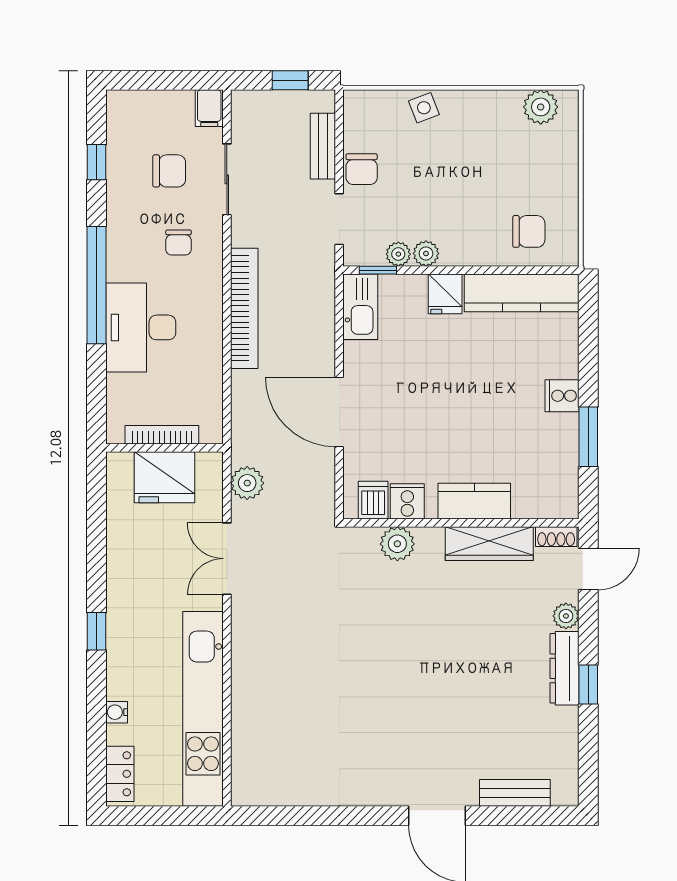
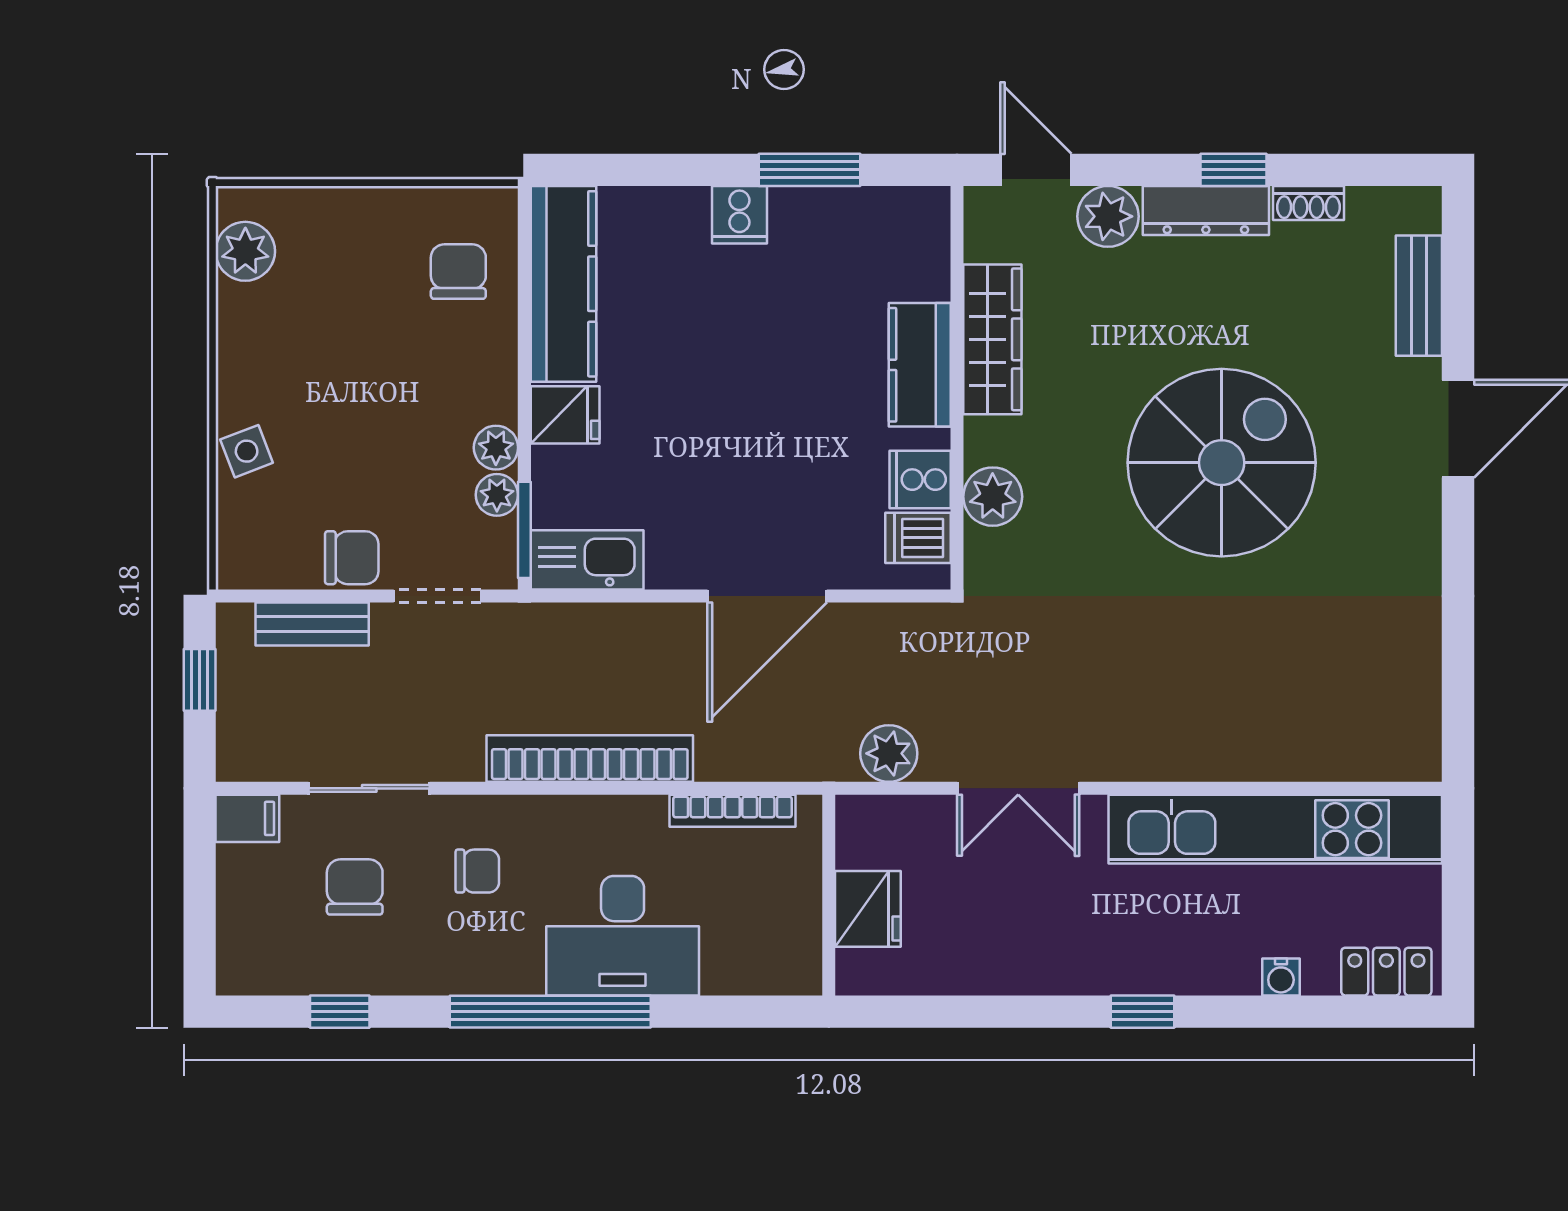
window: (378, 270) -> (524, 530), width x1.50
bookcase: (162, 435) -> (732, 811), moved, turned -90
fridge: (164, 477) -> (868, 909), width x0.73, depth x0.75
shoe rack: (556, 537) -> (1309, 203), moved, turned 90
plant: (566, 616) -> (1108, 216), width x1.38, depth x1.38
spiral stairs: (417, 678) -> (1222, 463), added

